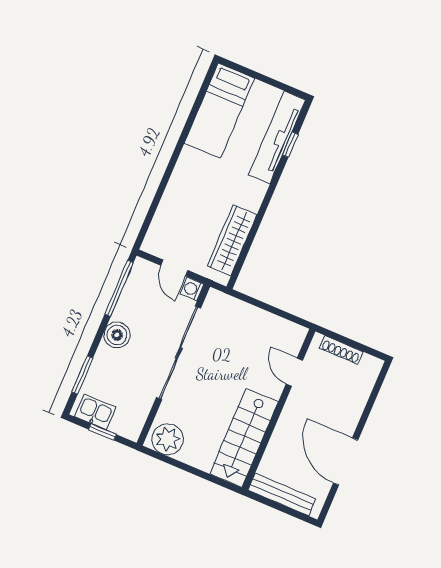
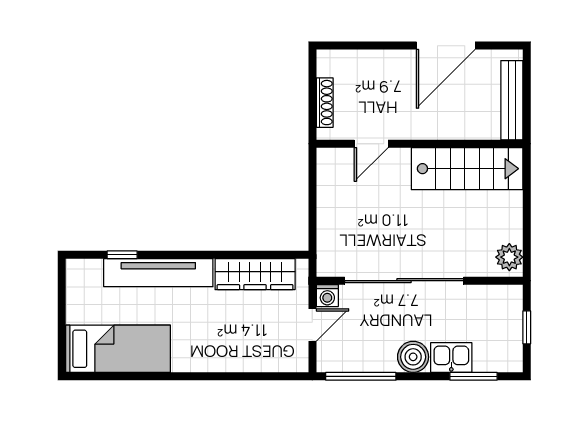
tv unit: (277, 137) -> (158, 273), moved
kitchen sink: (95, 412) -> (451, 357), moved, turned 90
plant: (168, 439) -> (509, 257), width x0.73, depth x0.73

